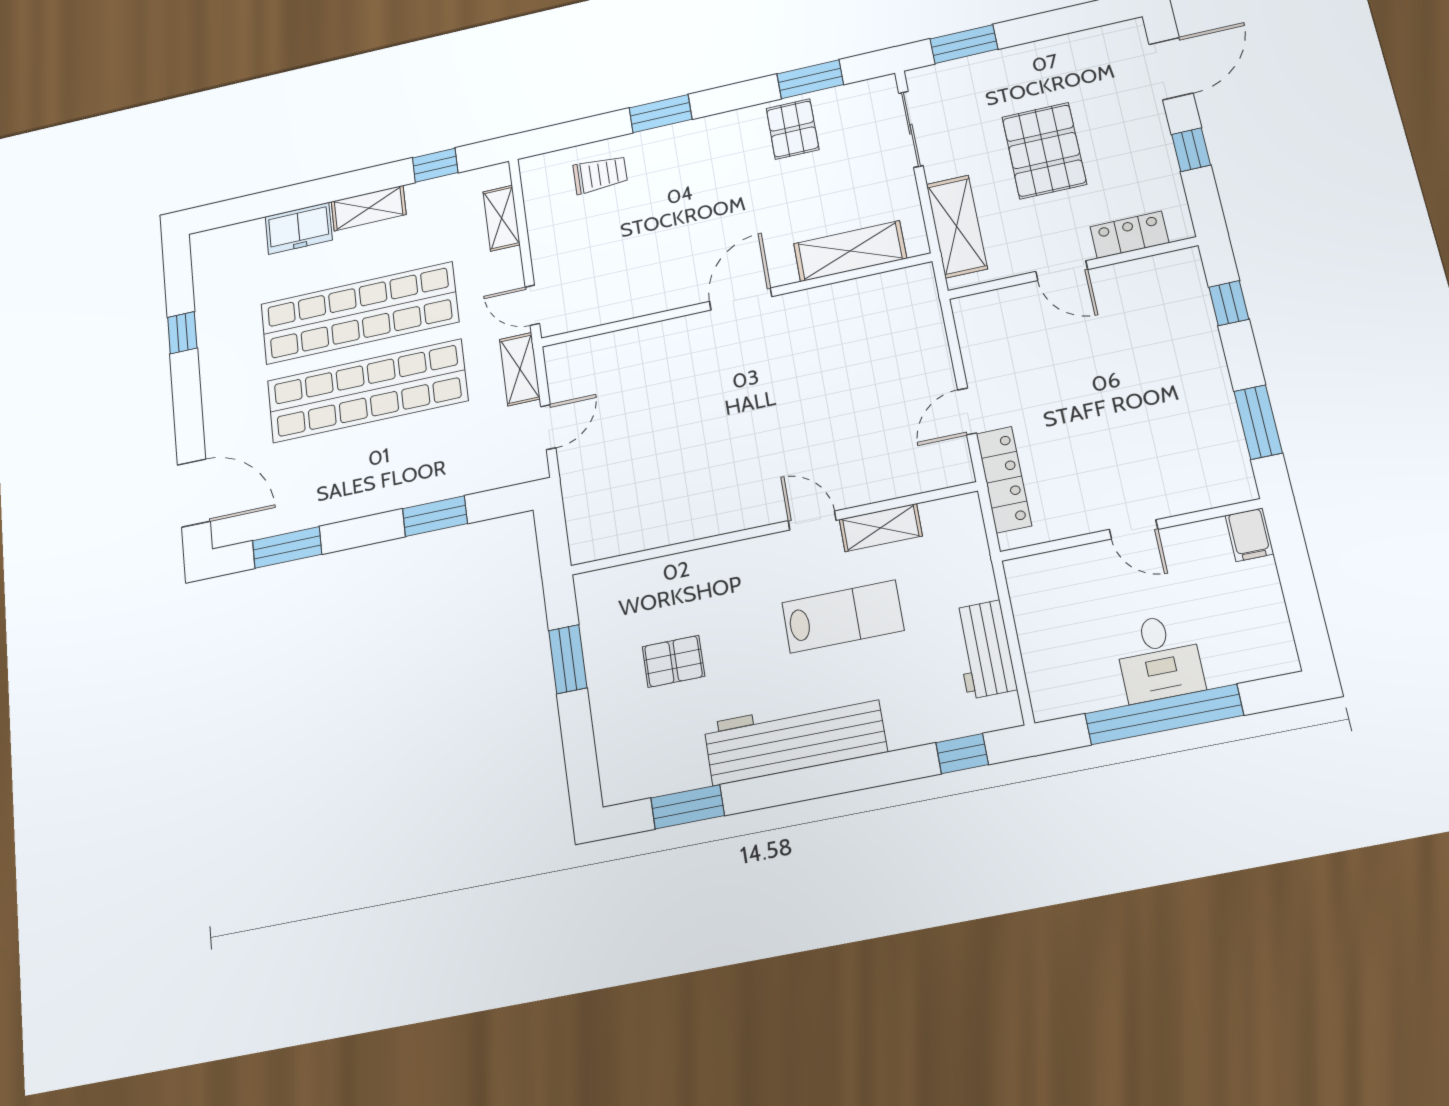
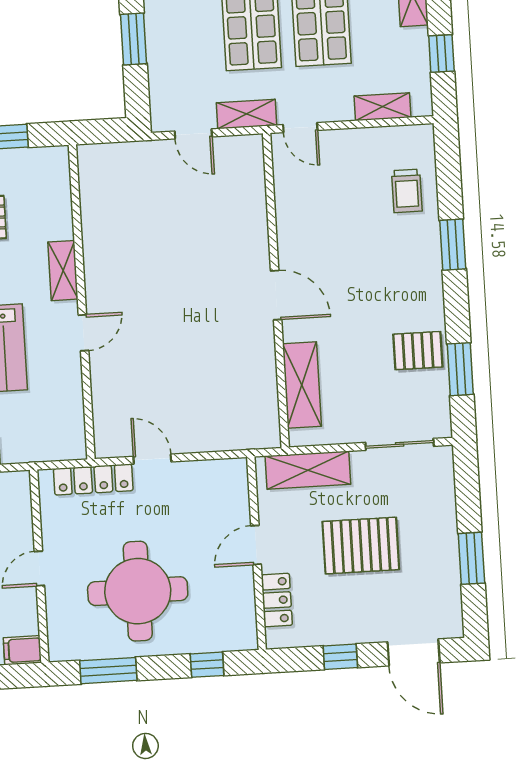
window: (964, 44) -> (471, 558), moved
door: (532, 305) -> (300, 128), swing flipped
round table: (1145, 402) -> (138, 591), added
shelving: (881, 528) -> (63, 271), moved

